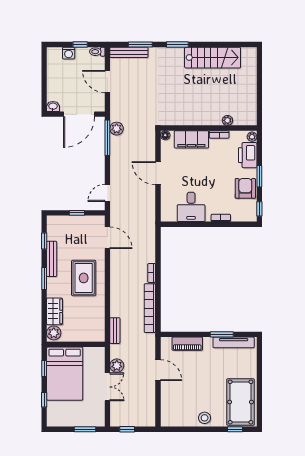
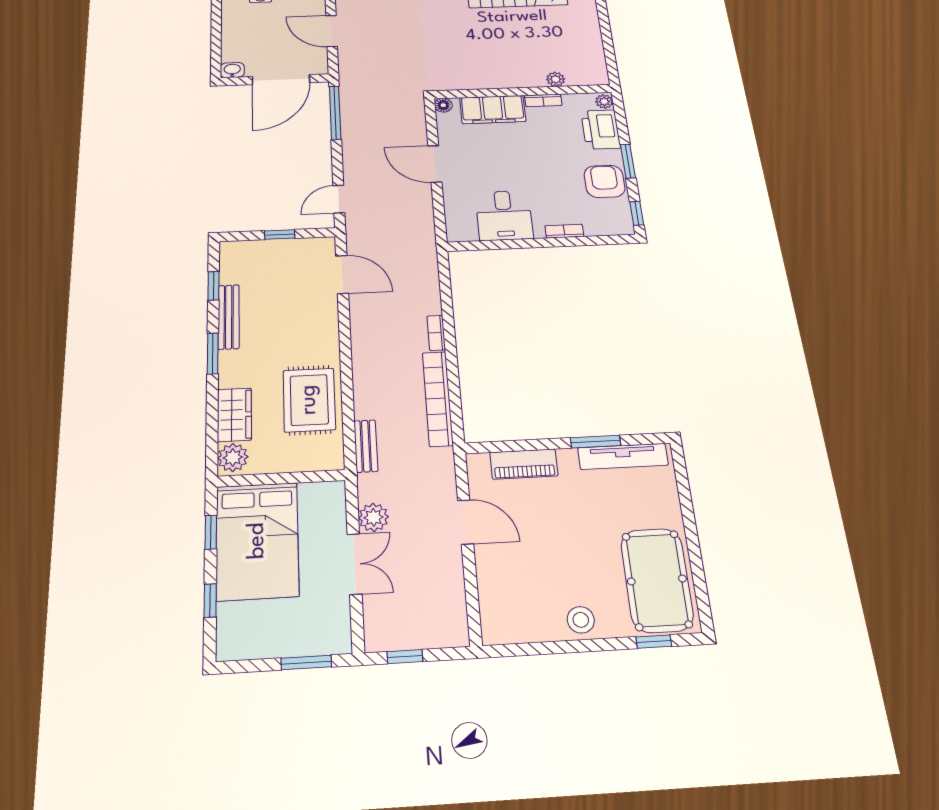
plant: (117, 129) -> (352, 99), removed
rug: (84, 278) -> (309, 400), moved

